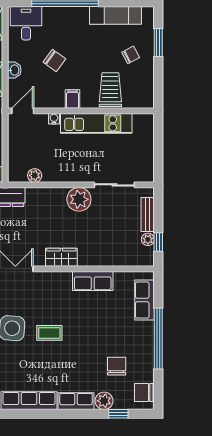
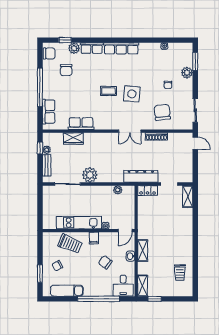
trolley: (110, 90) -> (70, 244), turned -67
wardrobe: (61, 257) -> (73, 138), moved

